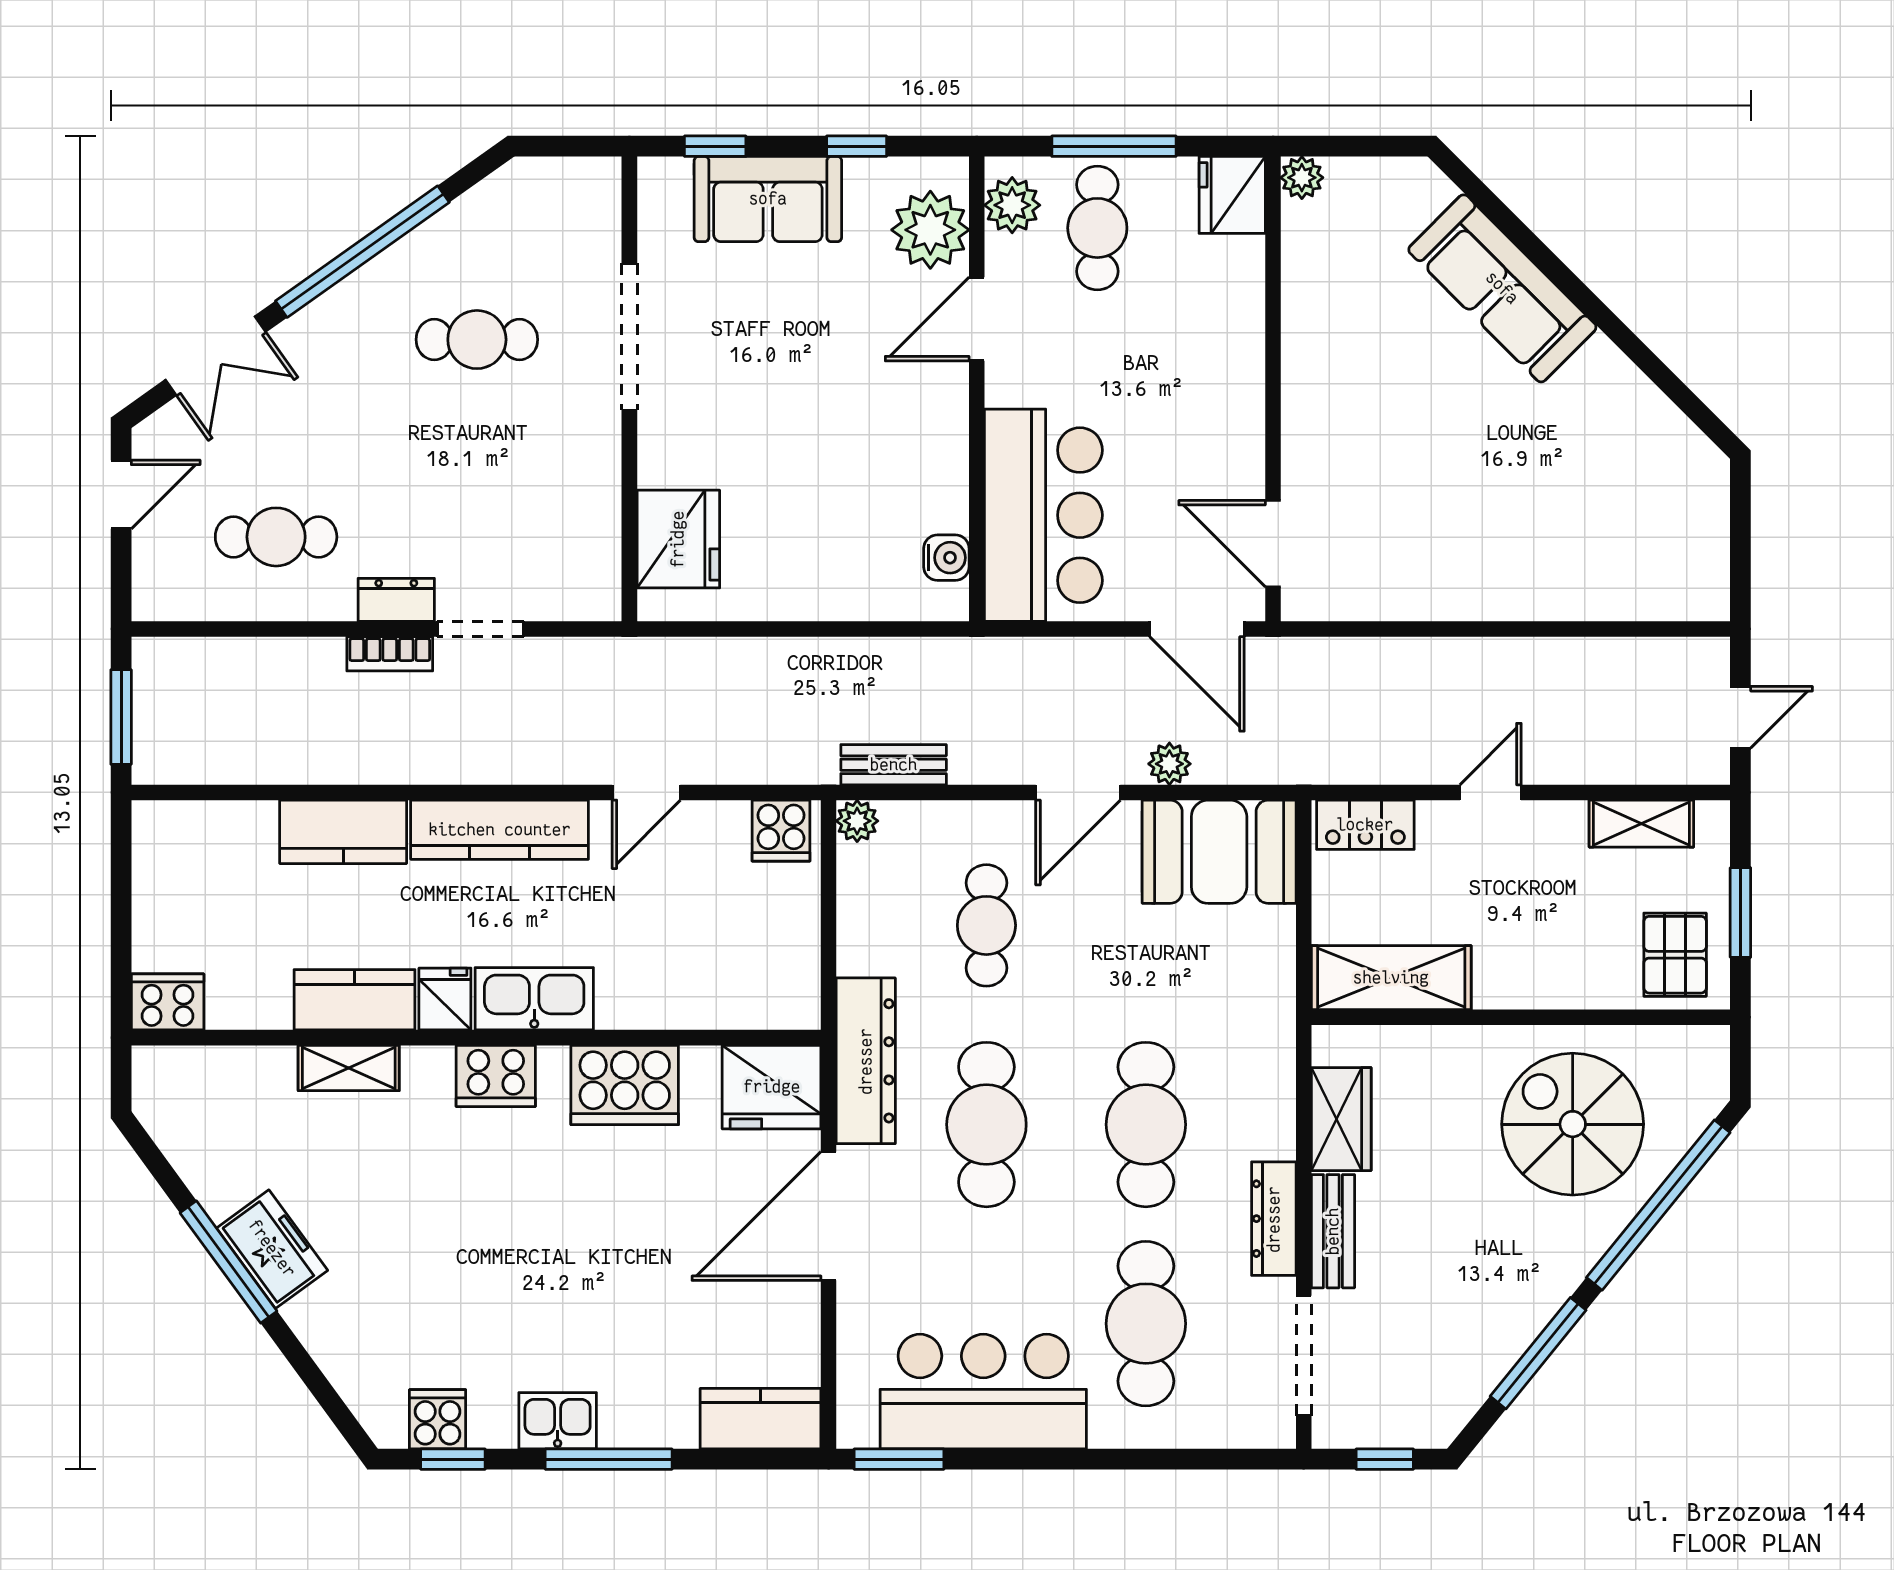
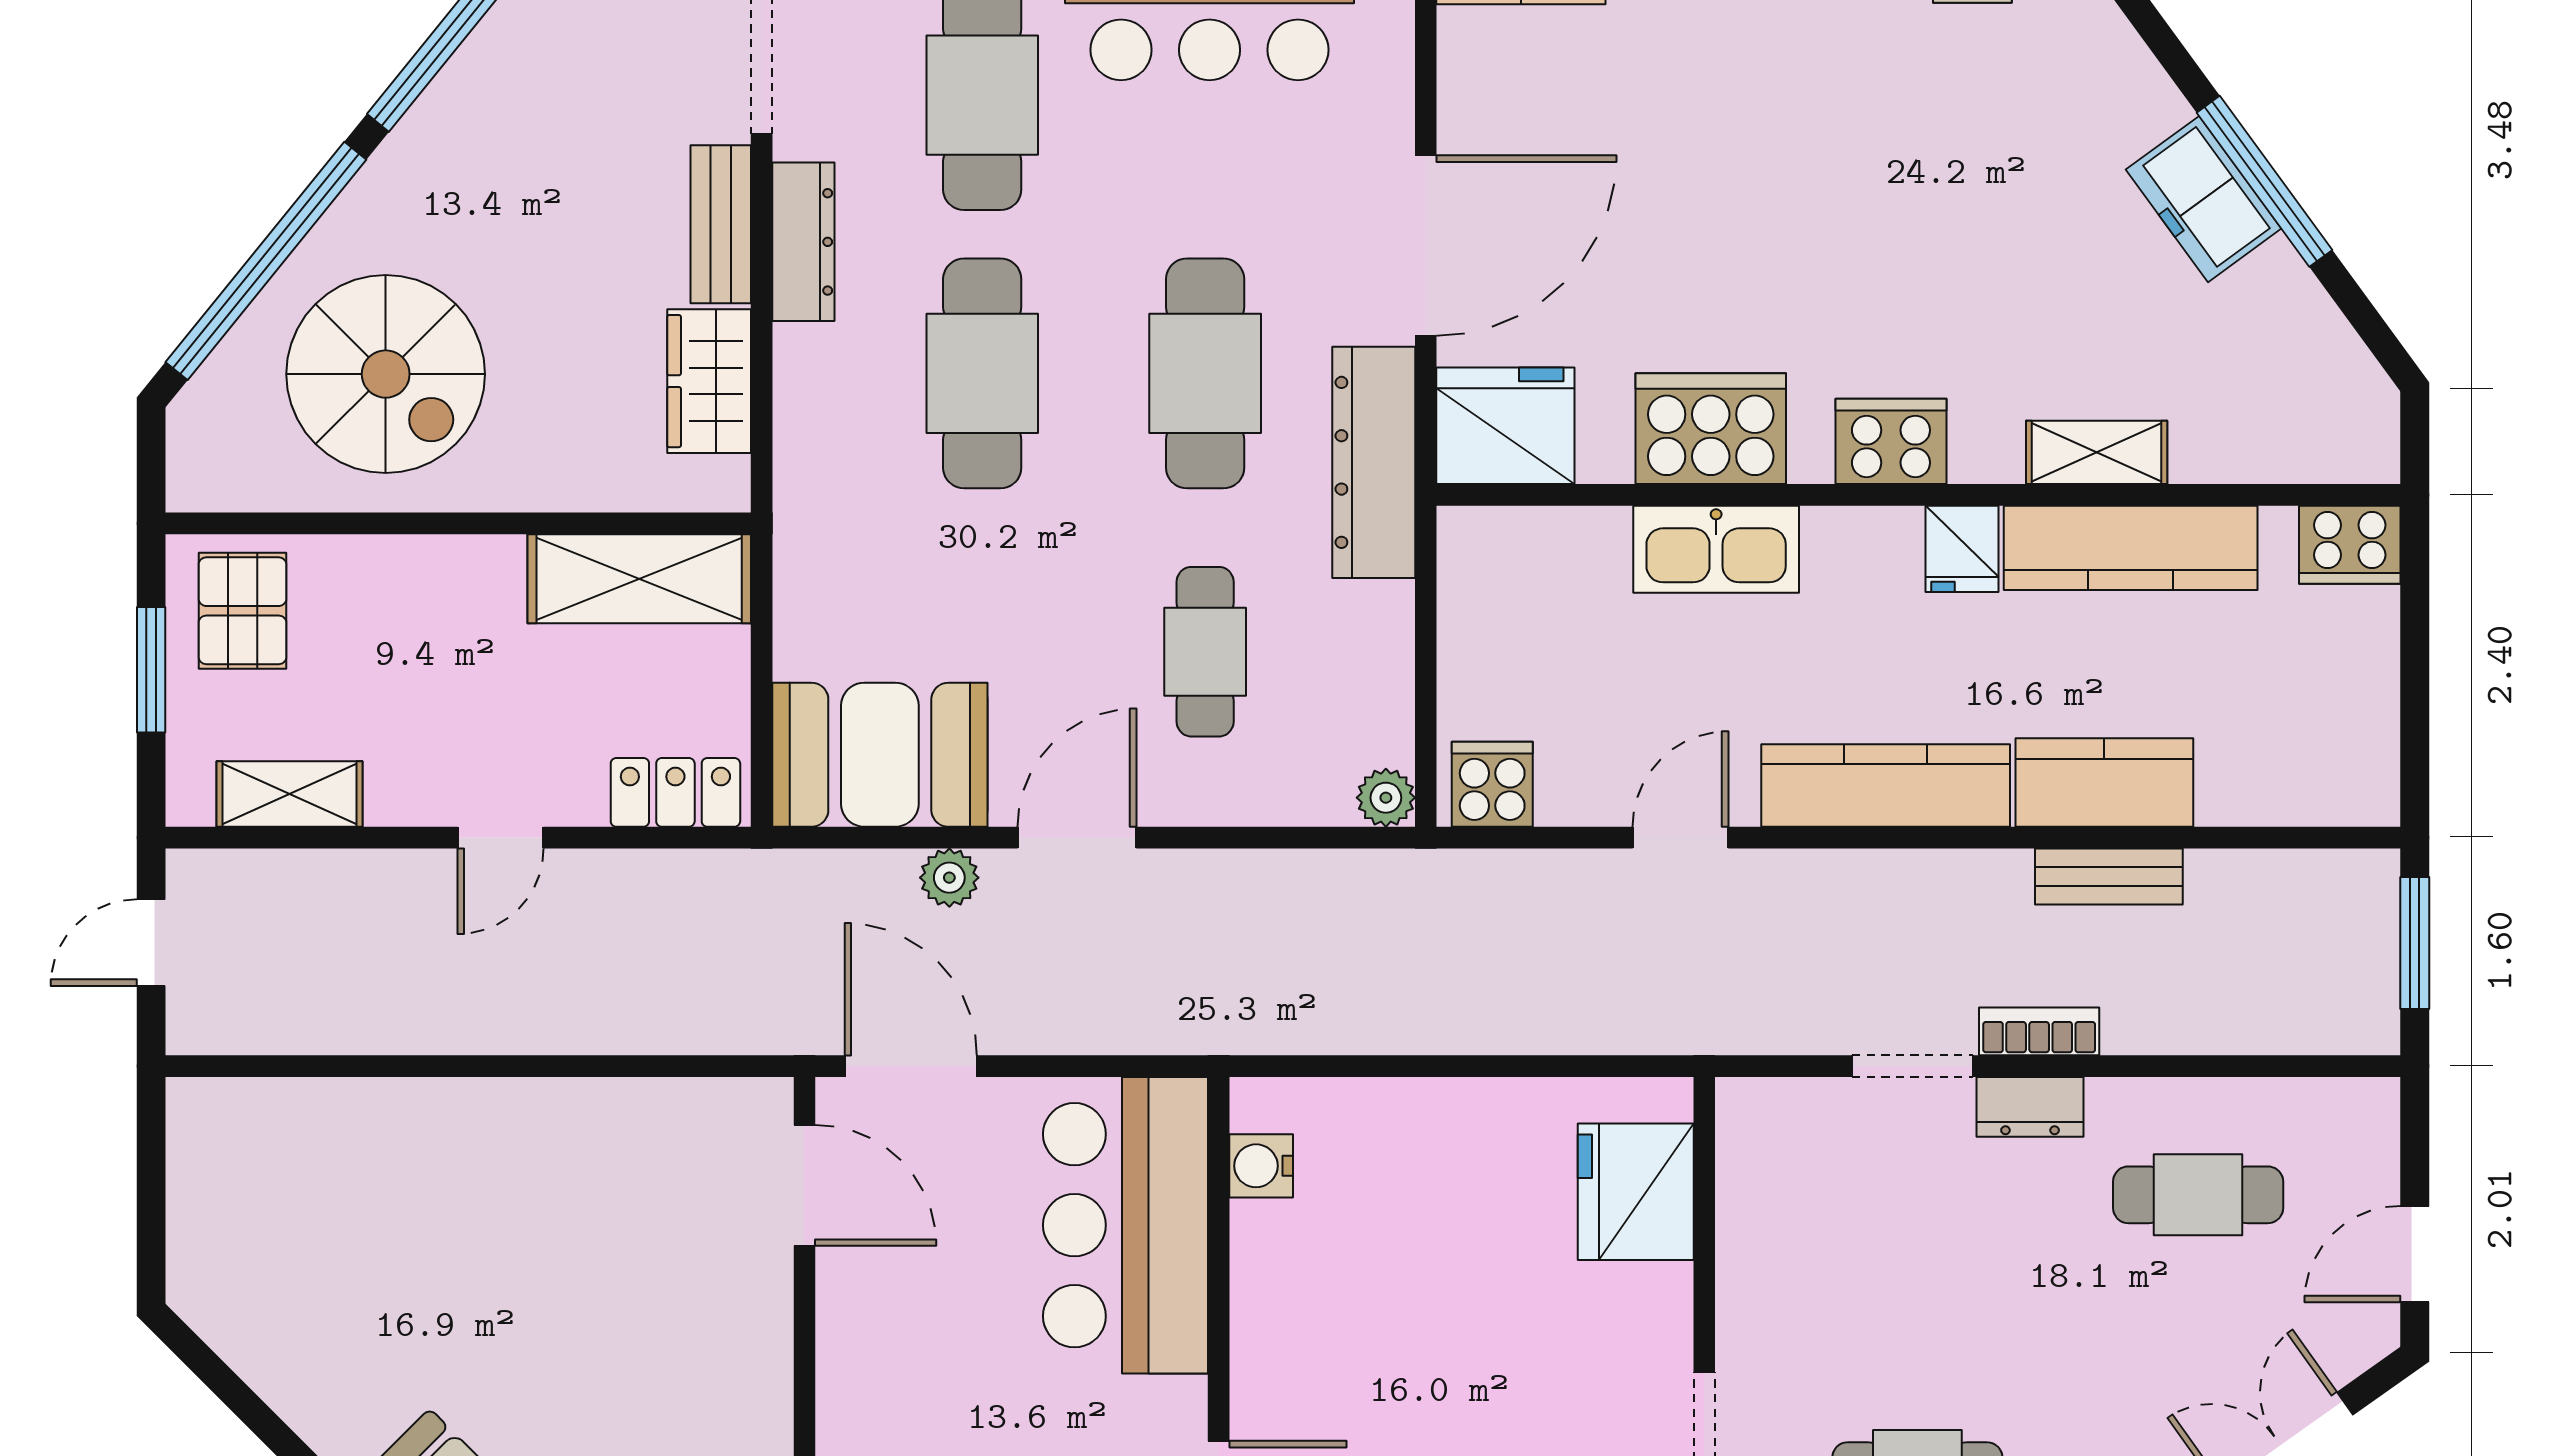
bench: (894, 765) -> (2109, 876), moved
kitchen sink: (534, 999) -> (1716, 549), moved
kitchen counter: (354, 1000) -> (2131, 548), width x1.50

